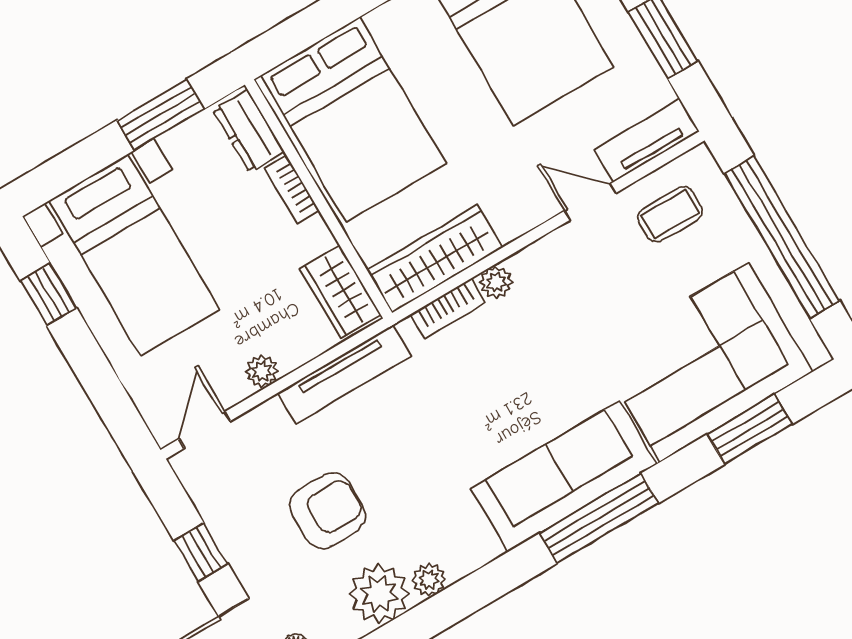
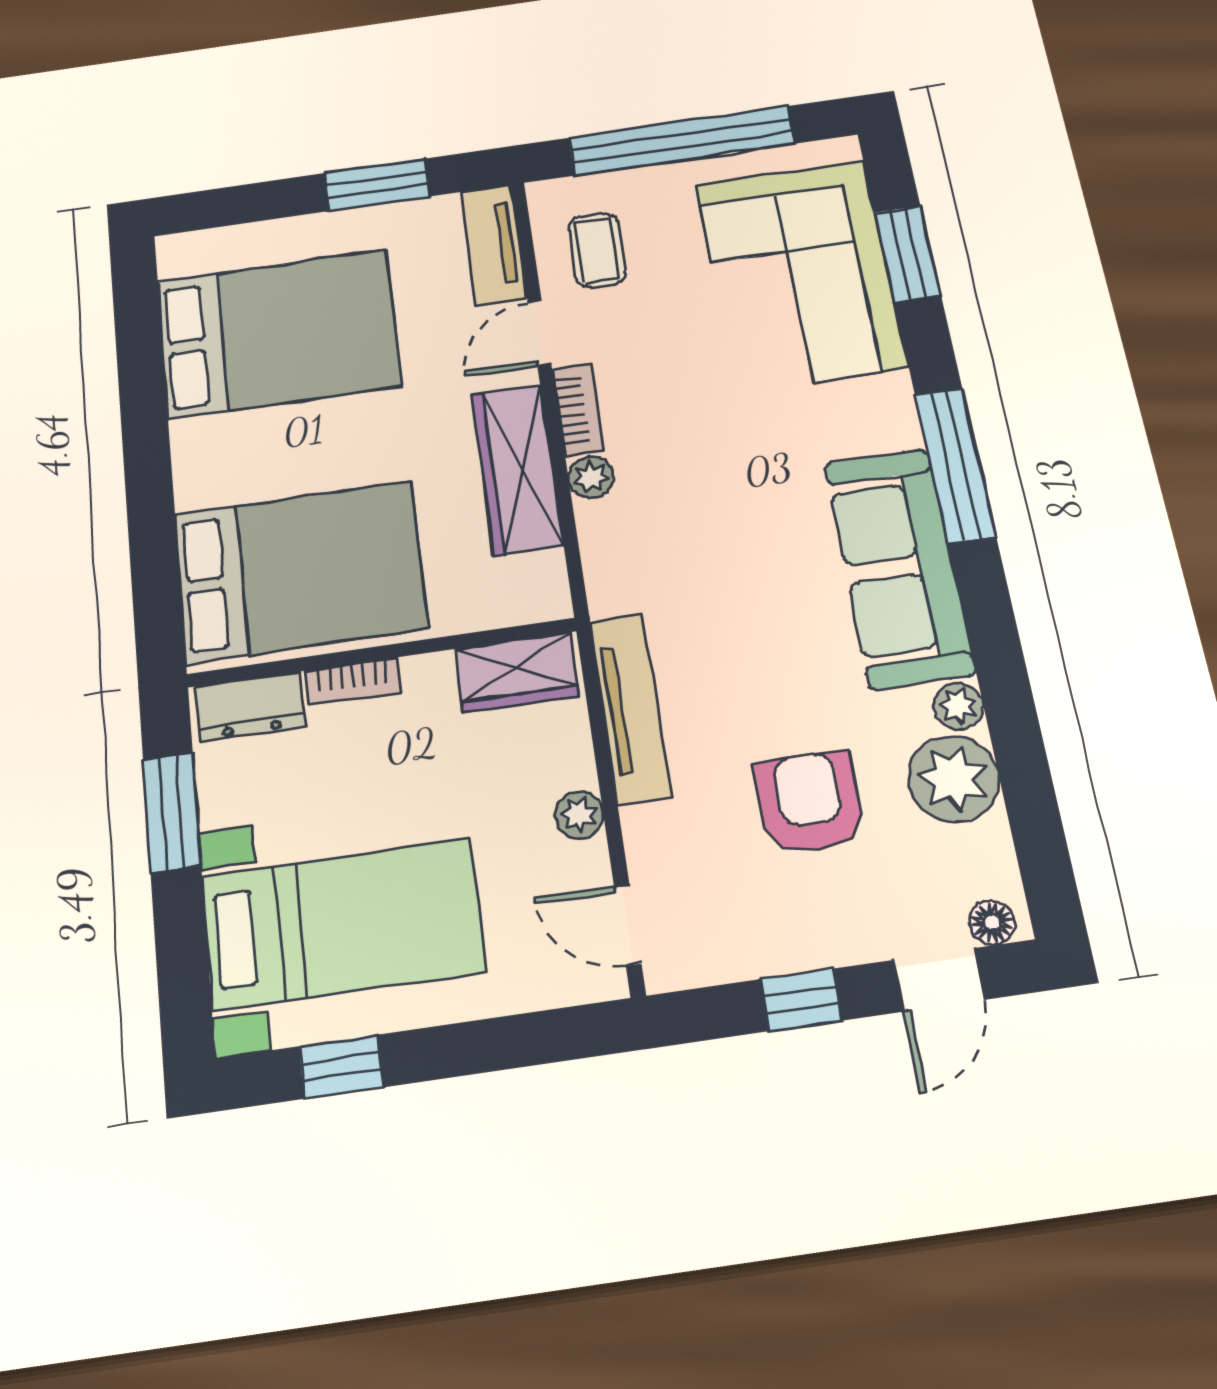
wardrobe: (435, 259) -> (517, 470), moved
bookcase: (448, 309) -> (578, 409), moved
sofa: (564, 476) -> (899, 567), moved

